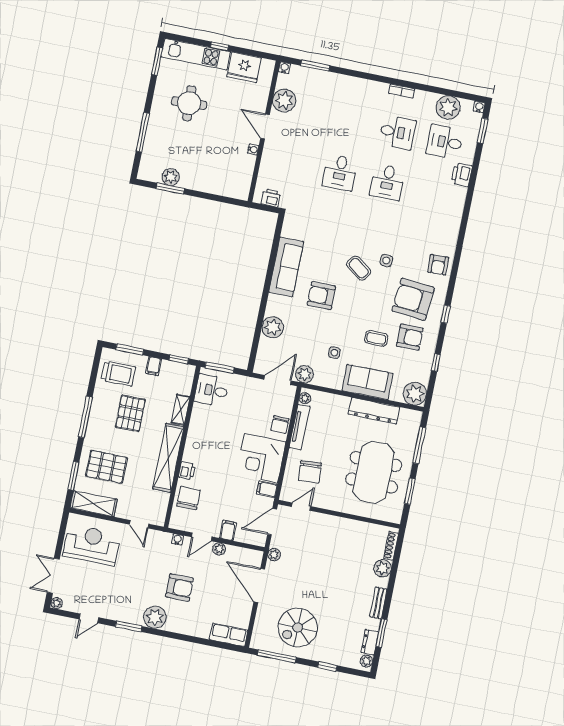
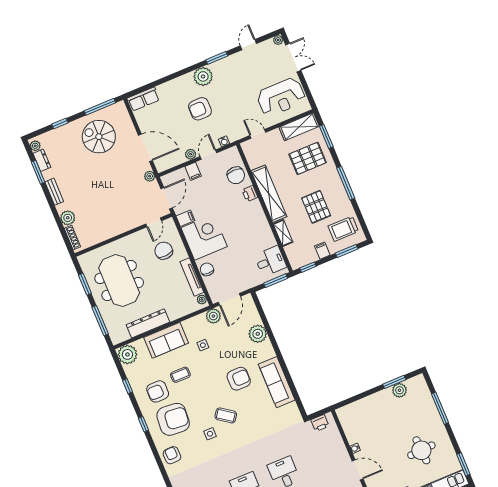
spiral stairs: (298, 628) -> (99, 137), turned -90

